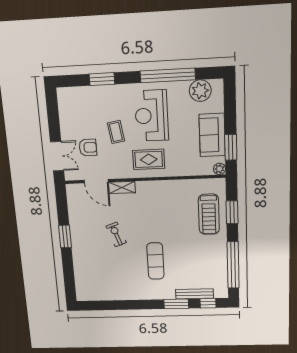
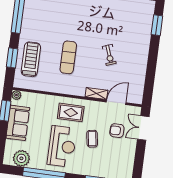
door: (96, 181) -> (116, 102), hinge flipped
window: (65, 237) -> (157, 25), moved
exercise mat: (155, 261) -> (68, 57), moved

